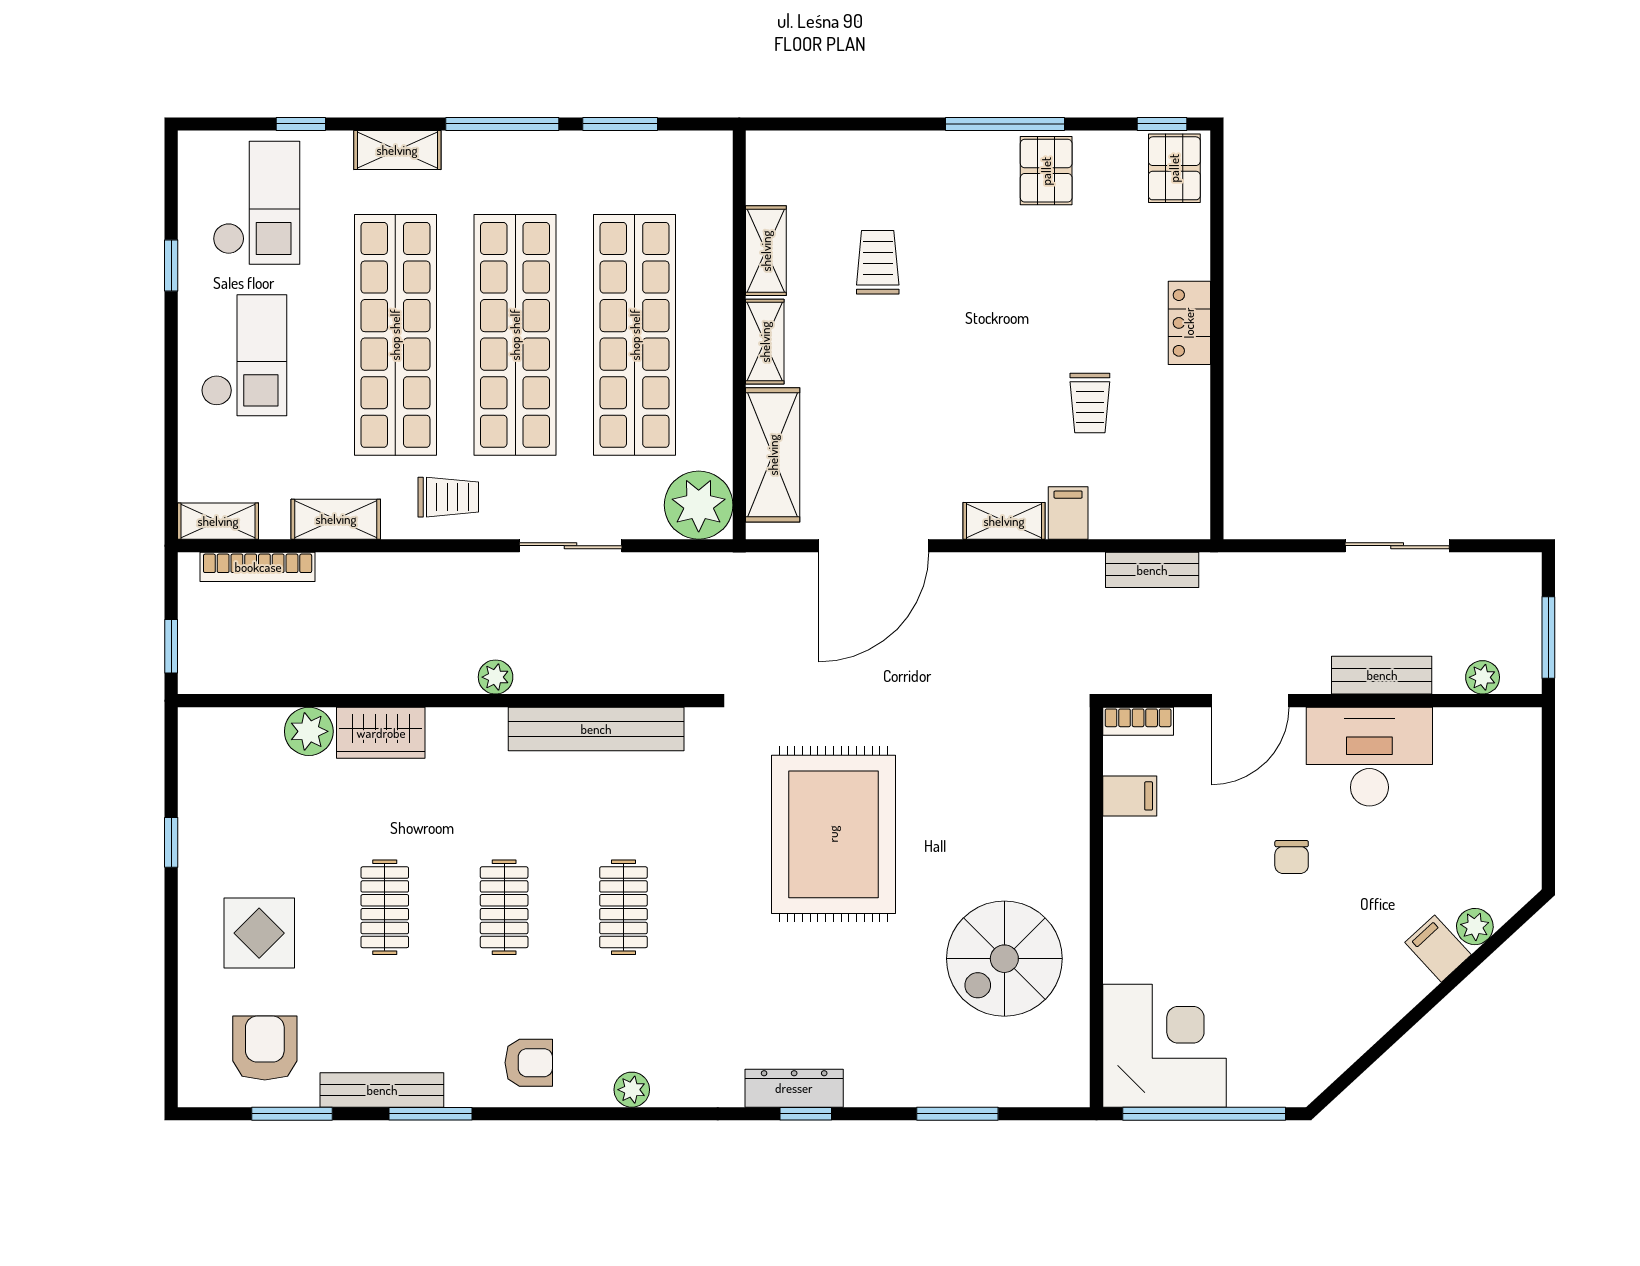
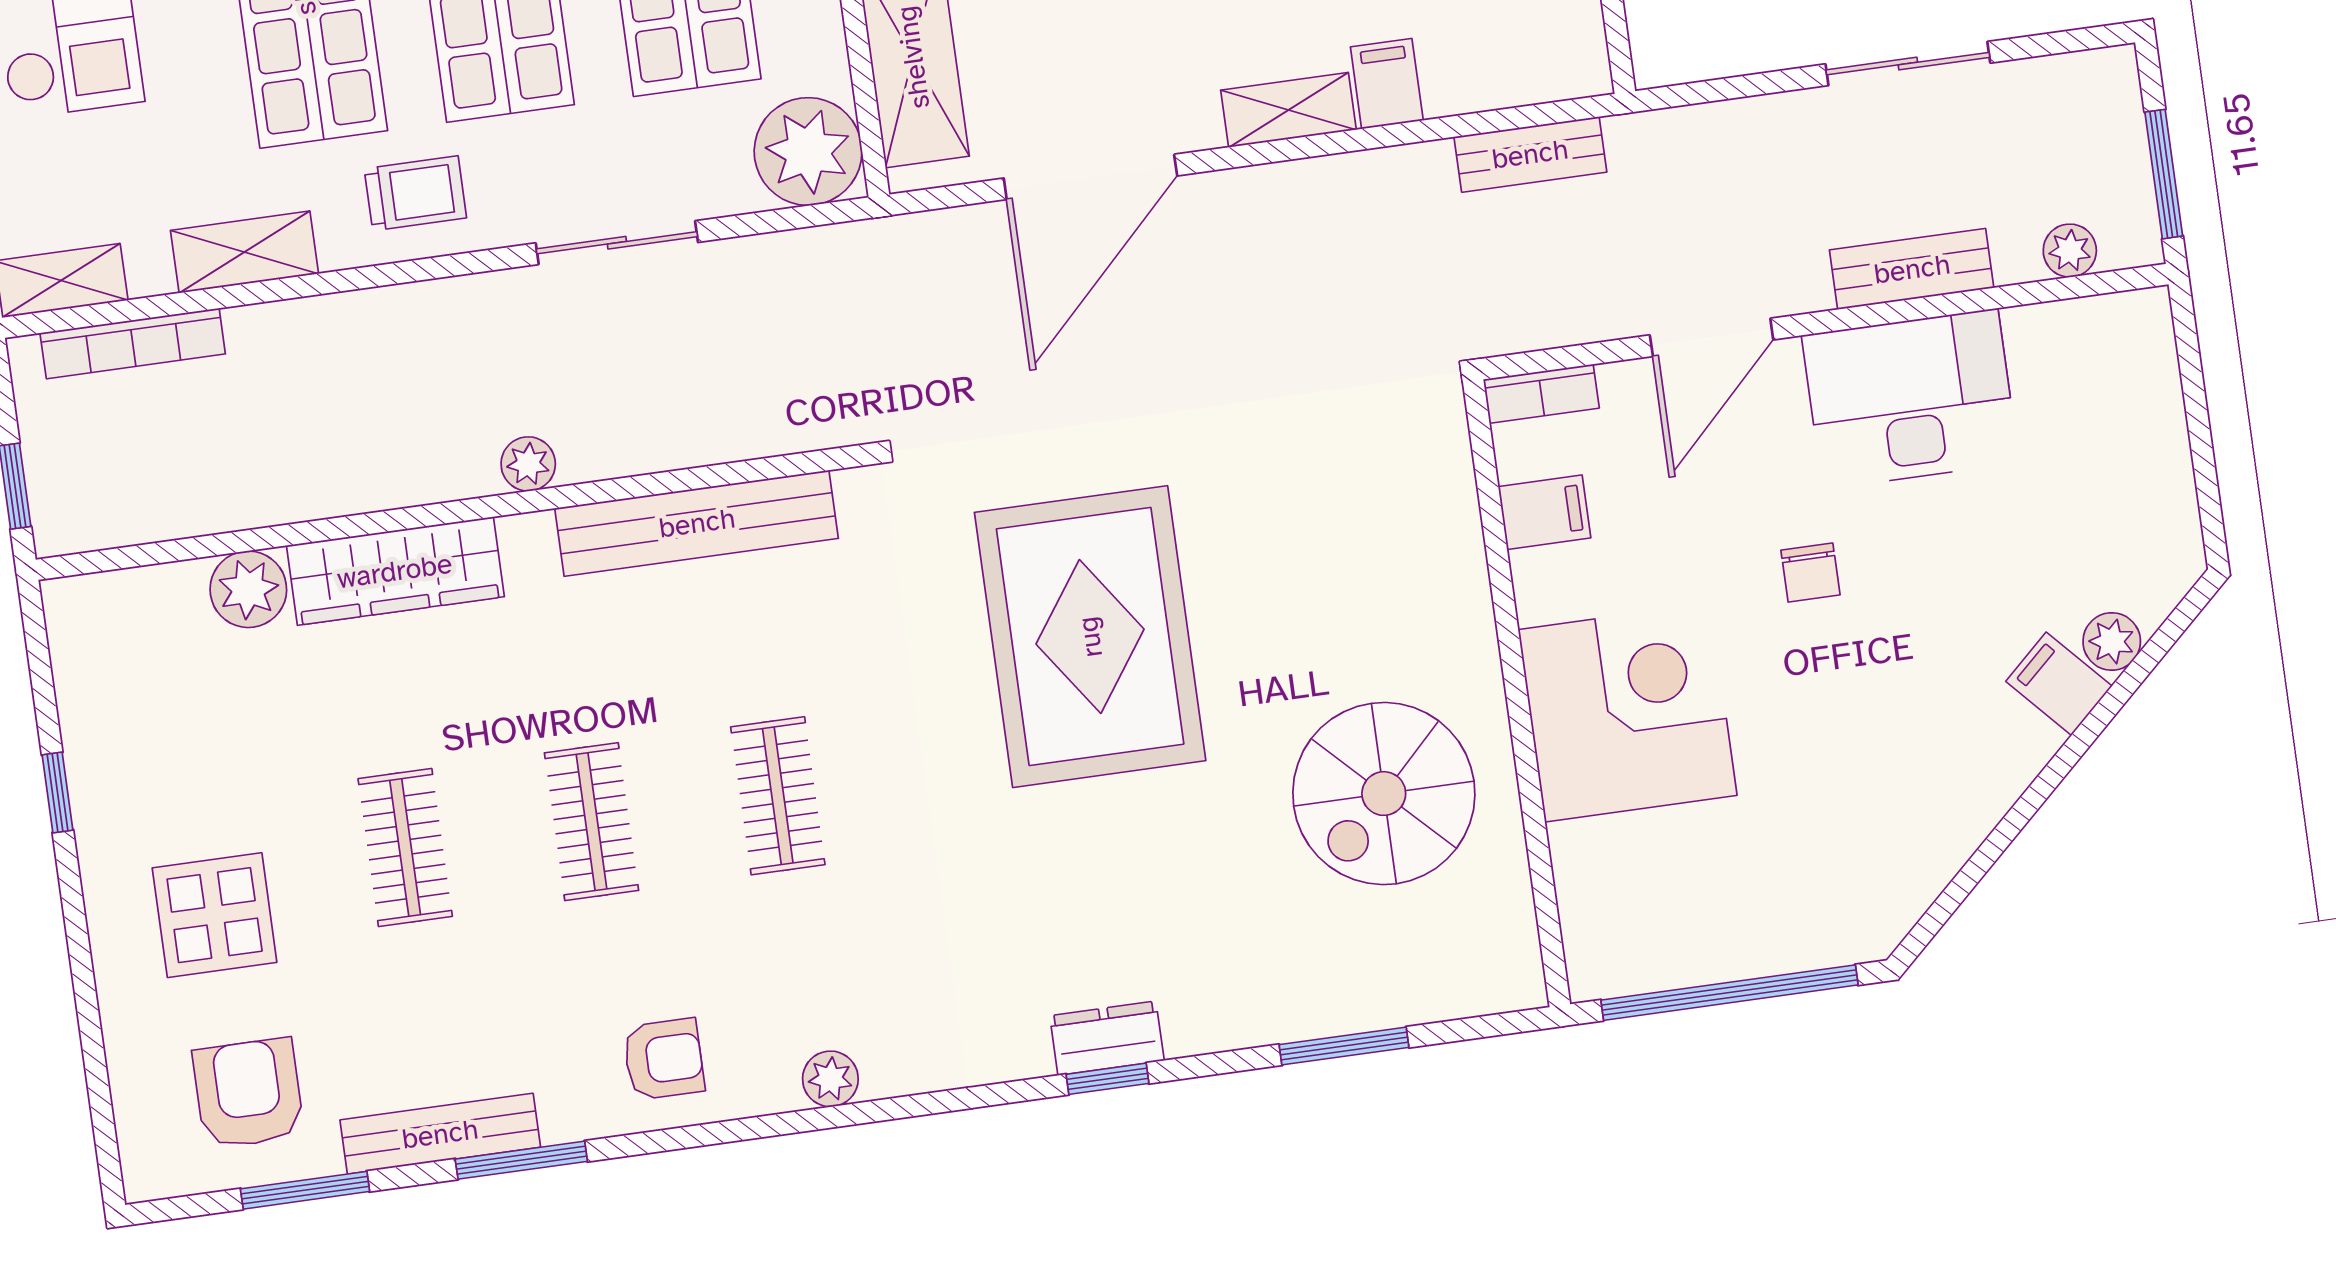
wardrobe: (381, 733) -> (395, 571), width x1.50
corner desk: (1165, 1046) -> (1628, 712), moved
dresser: (794, 1088) -> (1107, 1038), width x0.70

